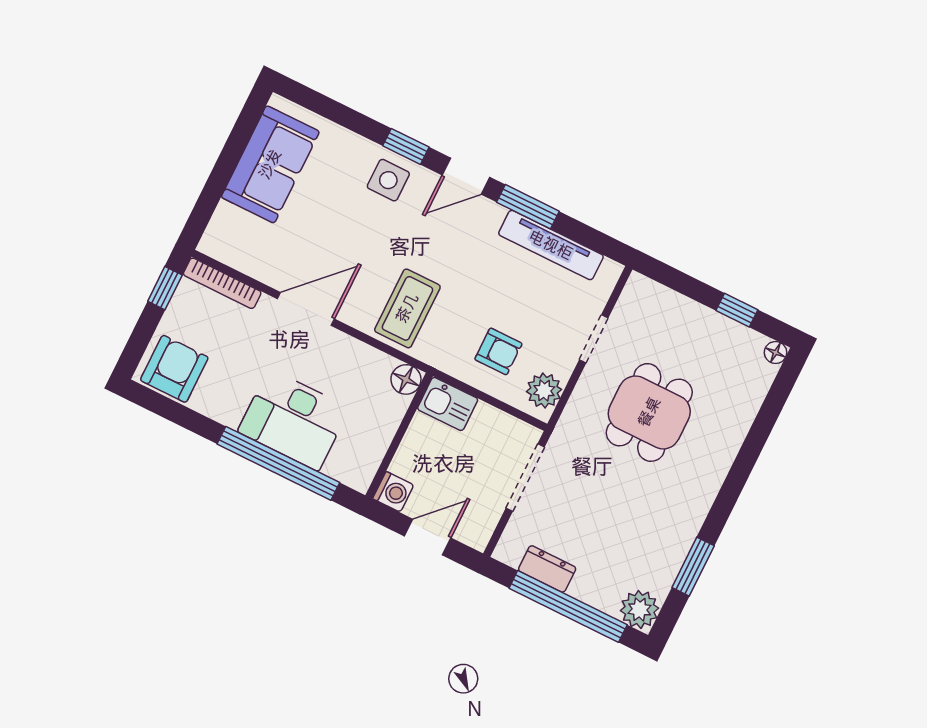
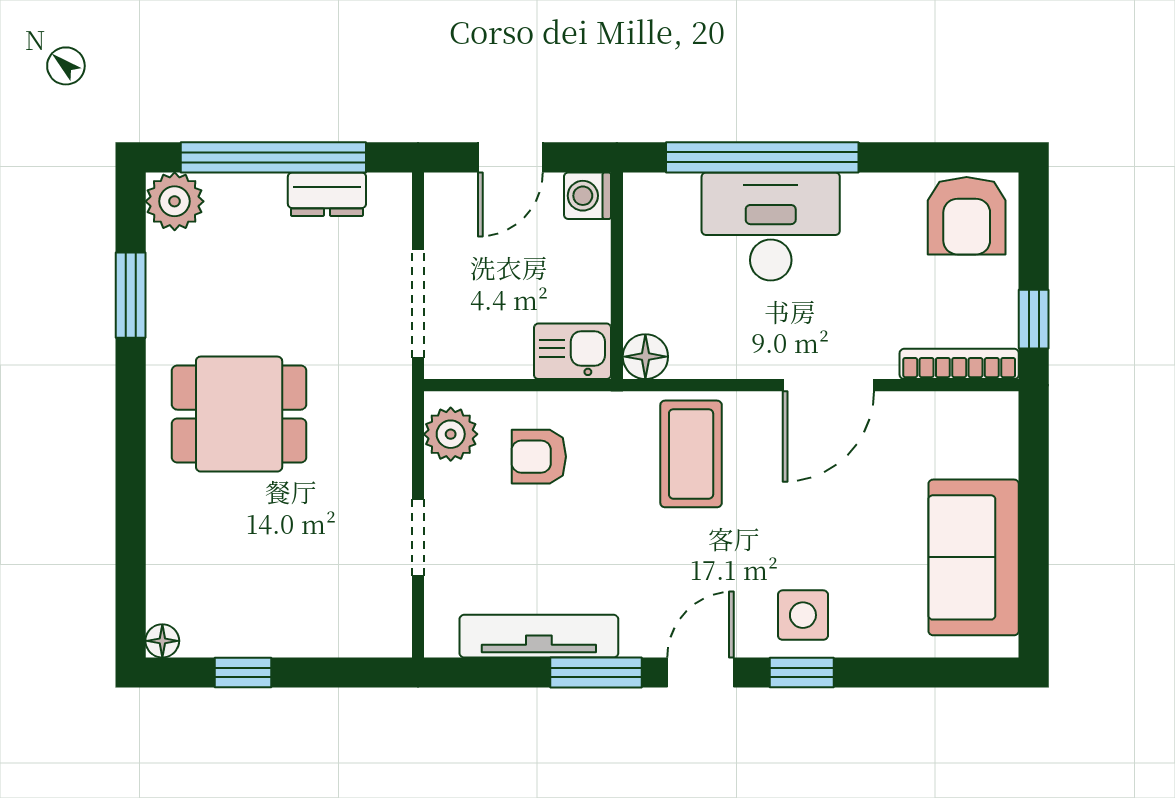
dining table: (649, 412) -> (239, 414), moved, turned 90

